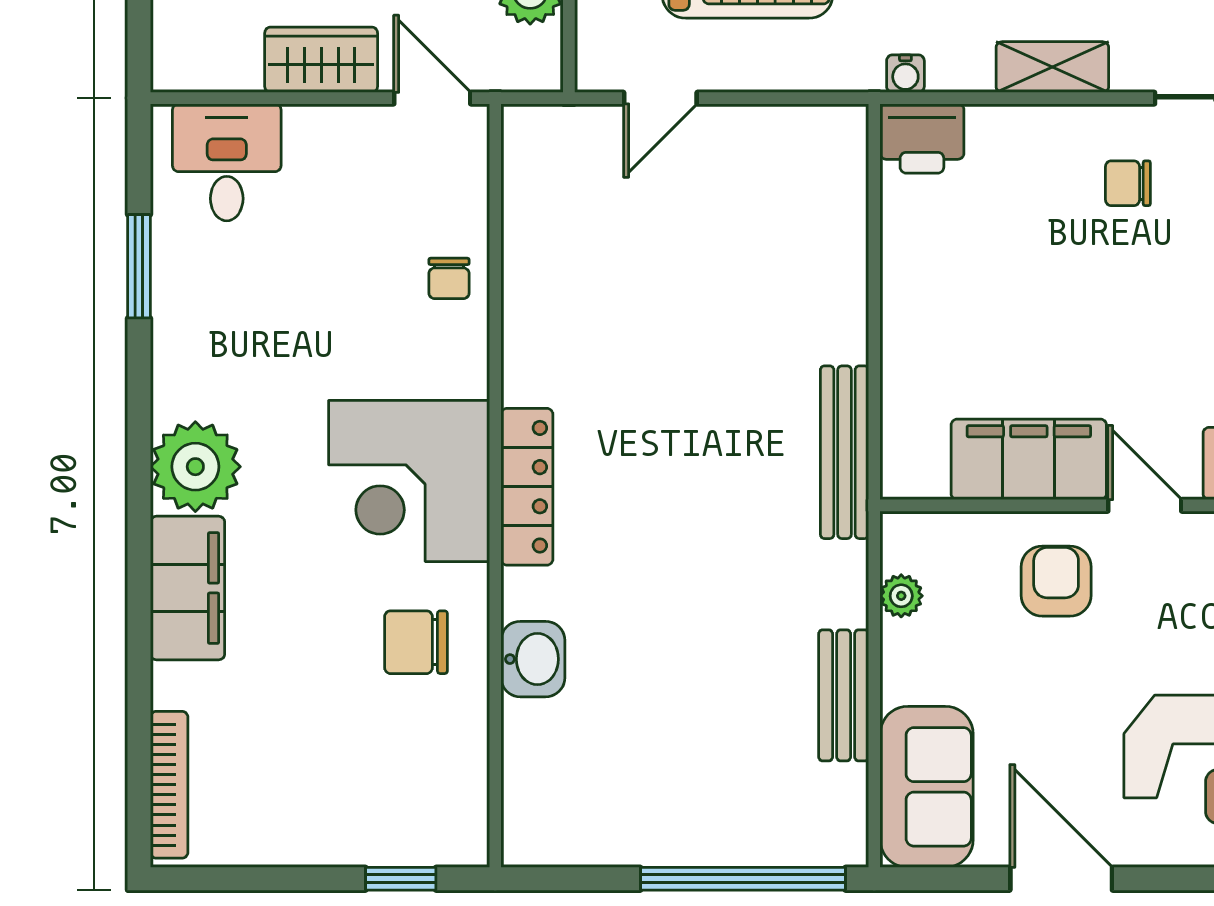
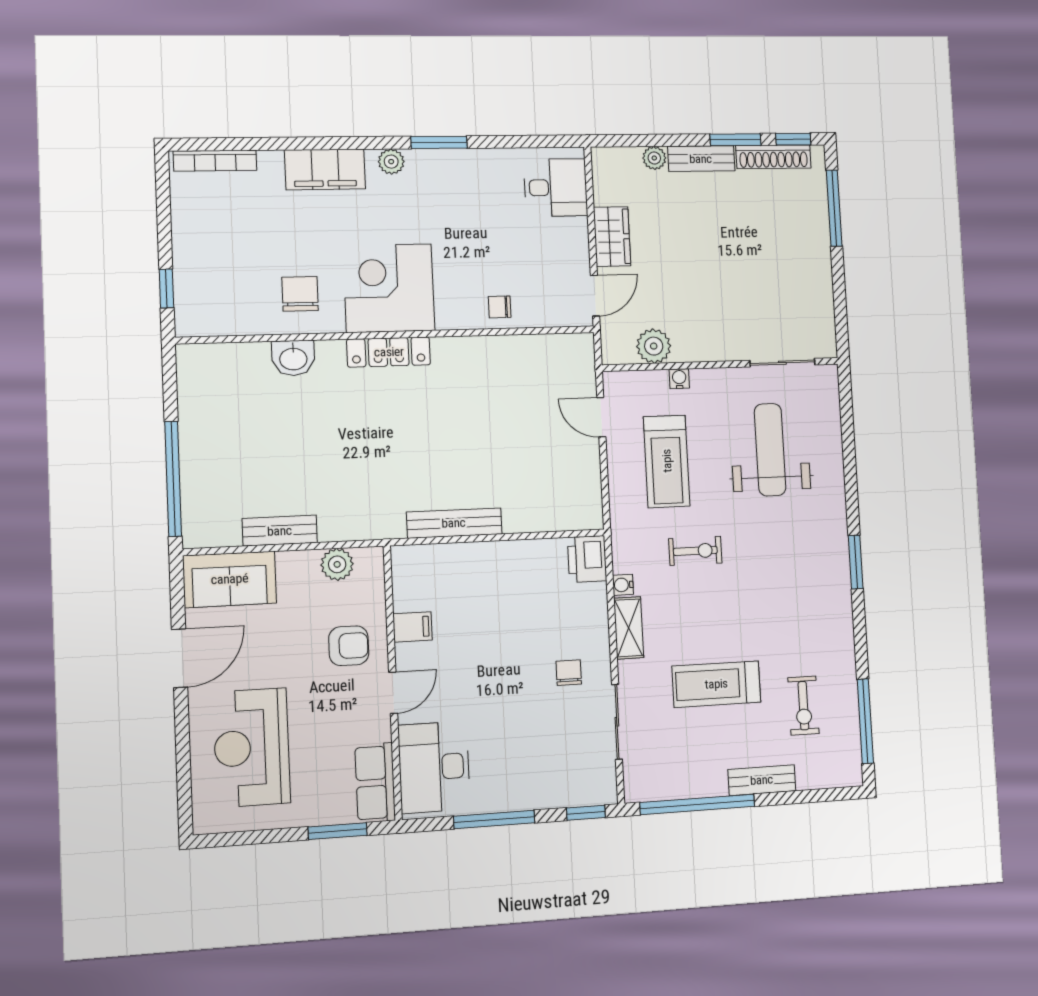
water cooler: (905, 74) -> (623, 585), moved
window: (139, 266) -> (439, 142), moved
bench: (844, 452) -> (454, 523), moved
filing cabinet: (1029, 459) -> (413, 627), width x0.33, depth x0.86
plant: (195, 467) -> (391, 162), width x0.53, depth x0.53
plant: (901, 596) -> (337, 564), width x1.38, depth x1.38

